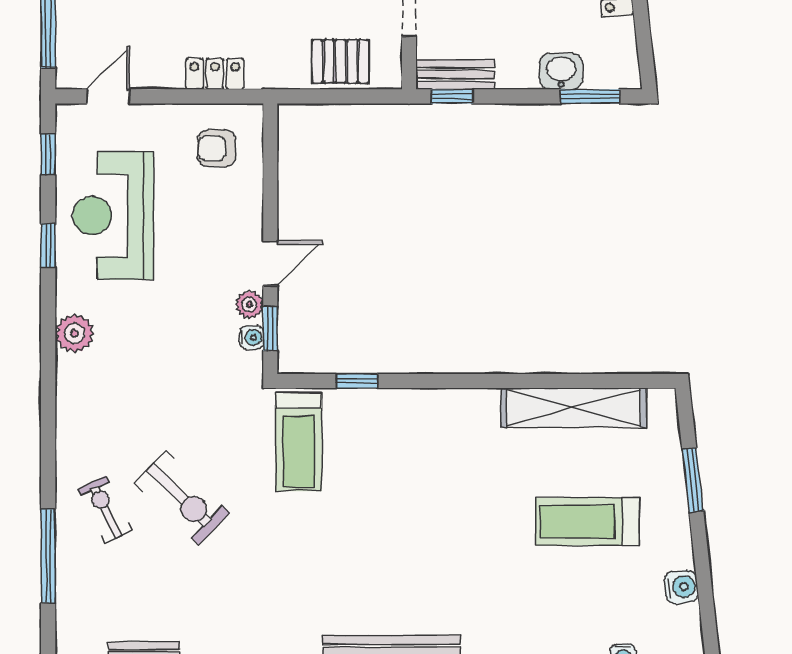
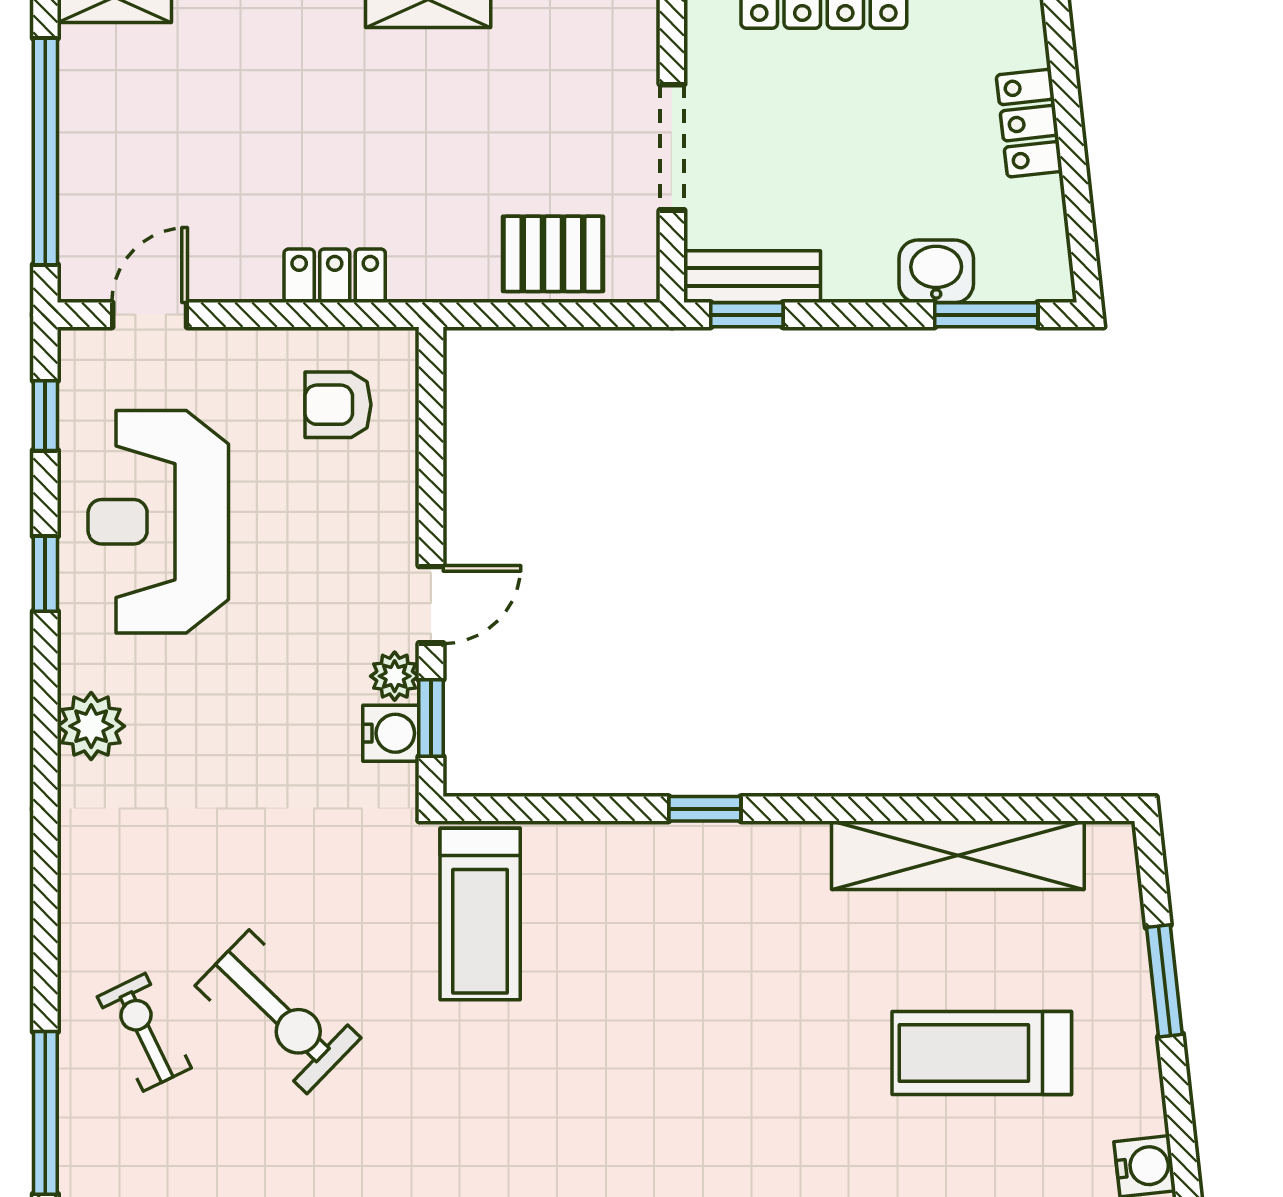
water cooler: (252, 337) -> (391, 733), width x1.38, depth x1.38
window: (357, 381) -> (705, 809), moved

